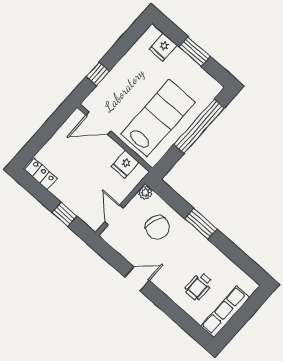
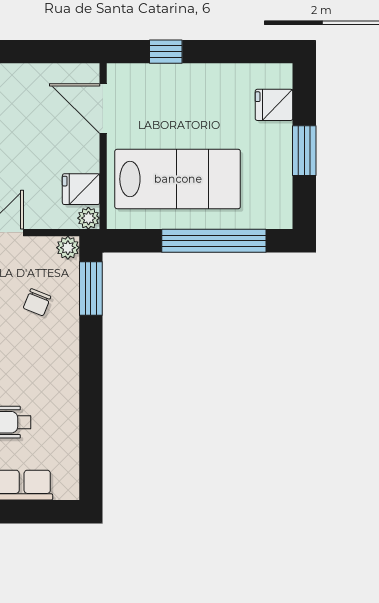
plant: (141, 172) -> (88, 218), added
window: (201, 224) -> (91, 288), moved
chair: (157, 227) -> (37, 302), width x0.54, depth x0.54

